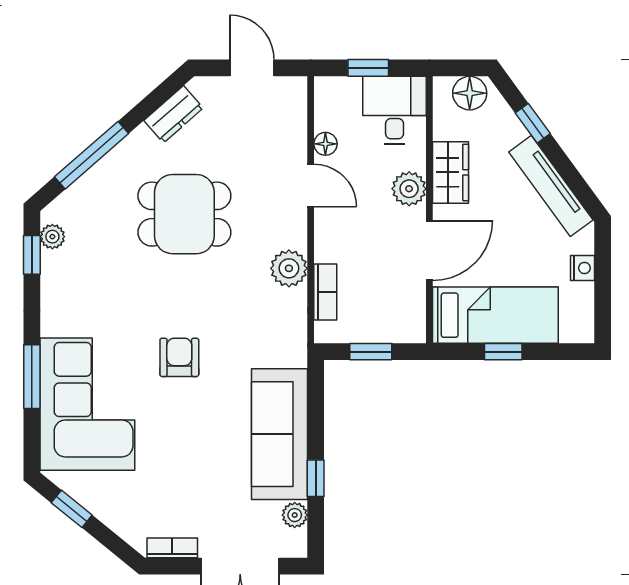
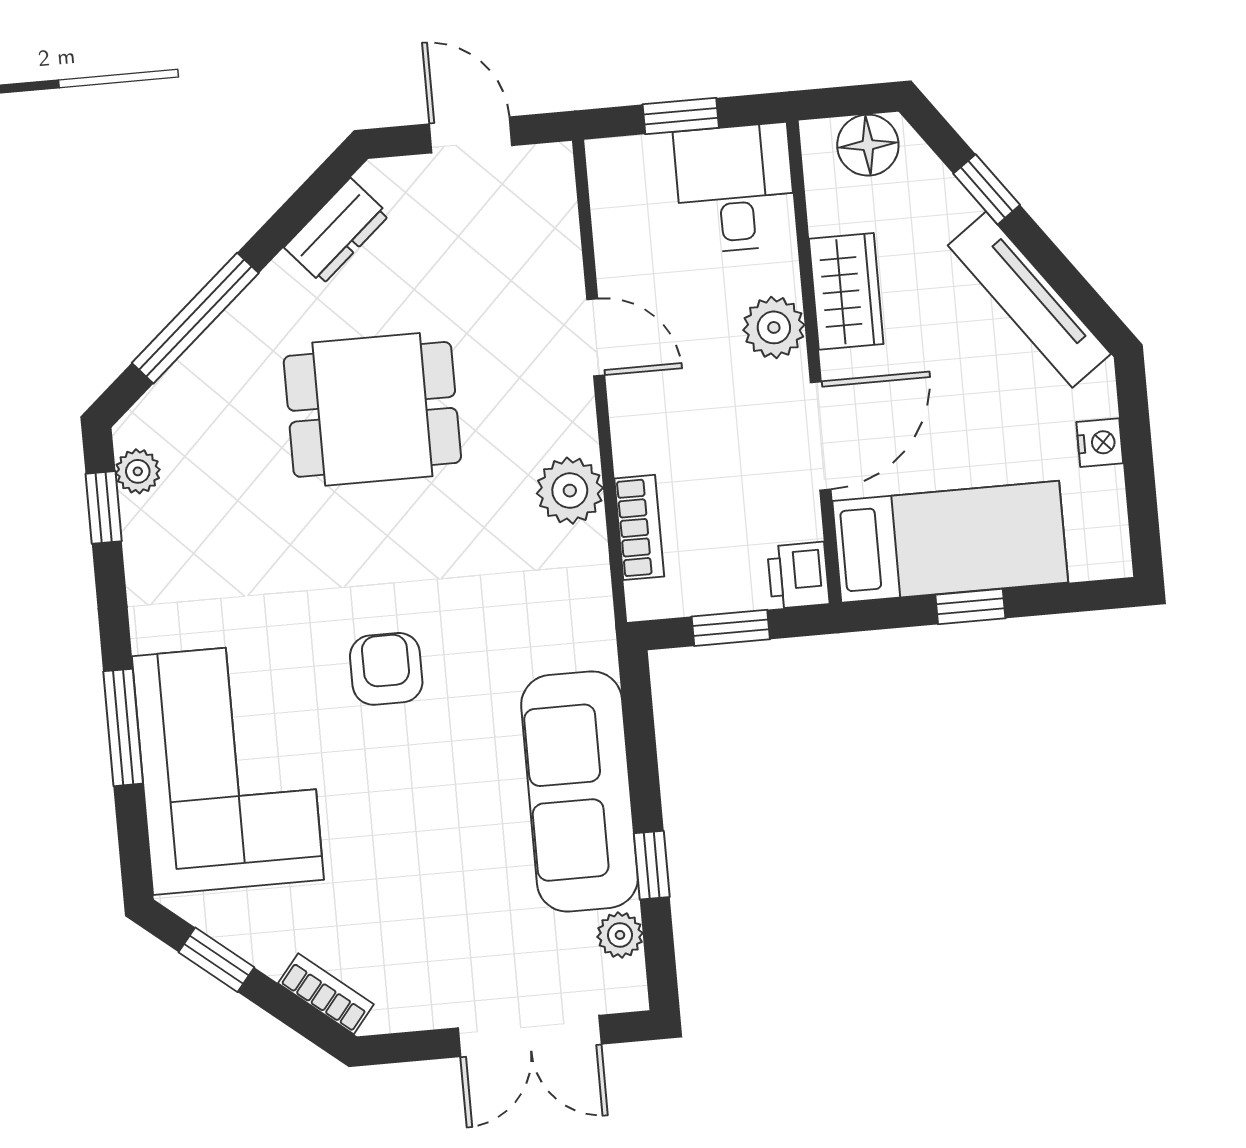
floor lamp: (325, 144) -> (616, 260), removed
printer: (410, 326) -> (798, 575), added
bookcase: (172, 548) -> (326, 994), moved, turned 39

